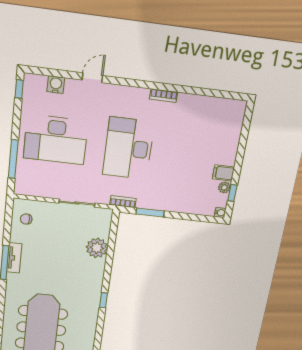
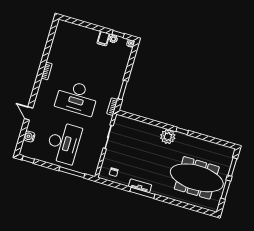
plant: (97, 248) -> (168, 137), moved

